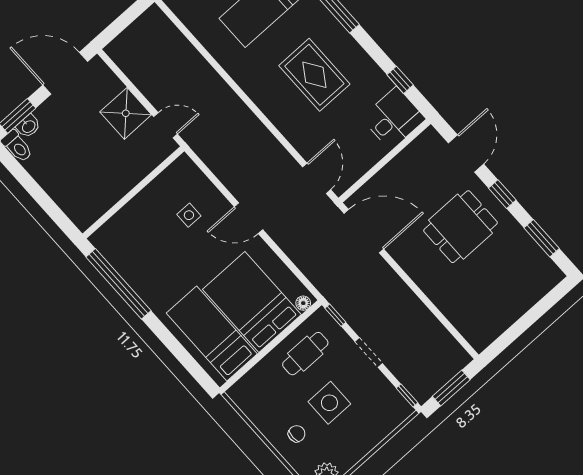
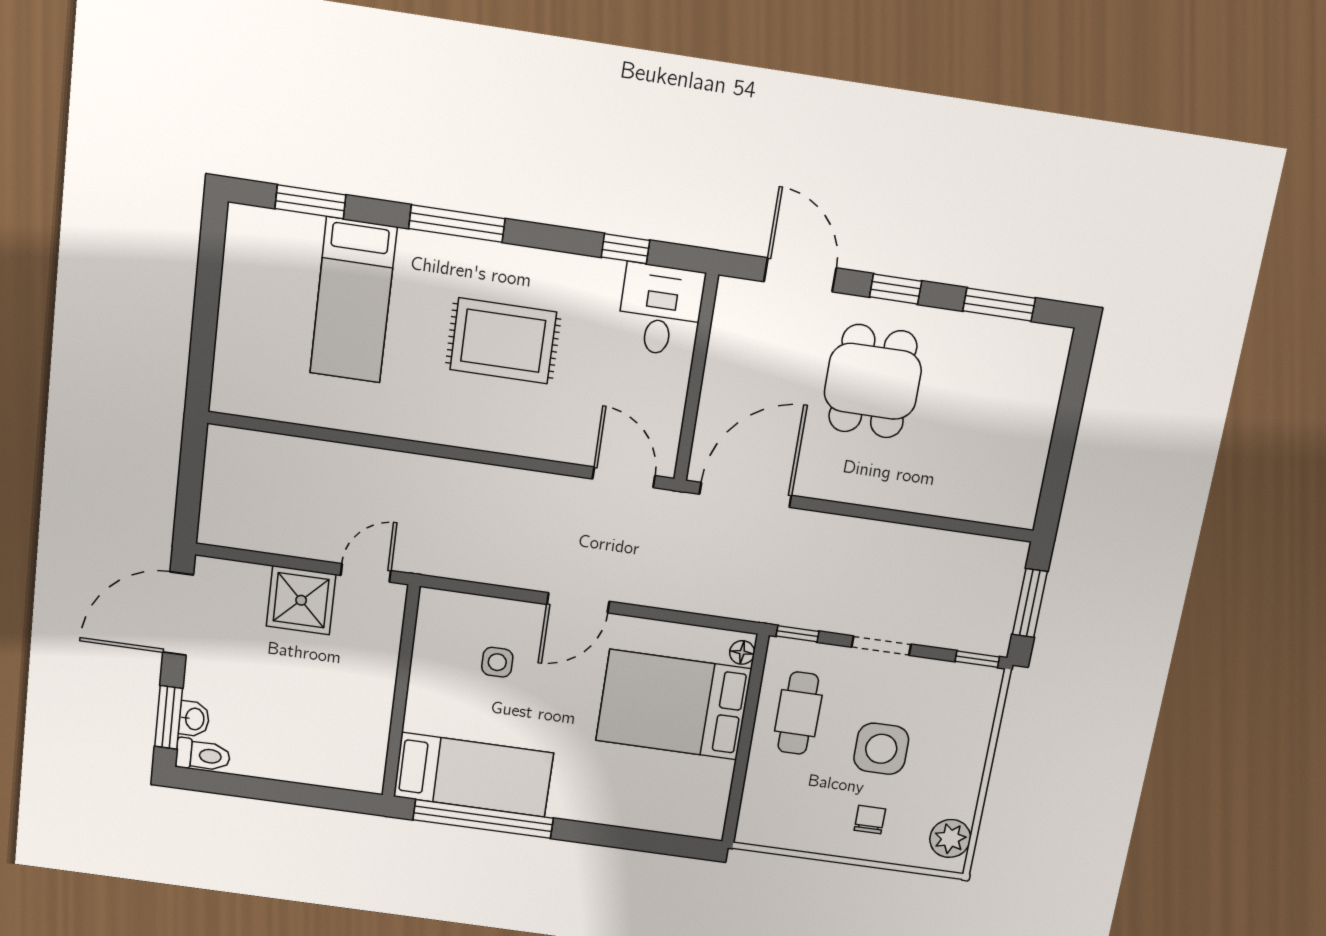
bed: (212, 333) -> (473, 775), moved, turned 180

